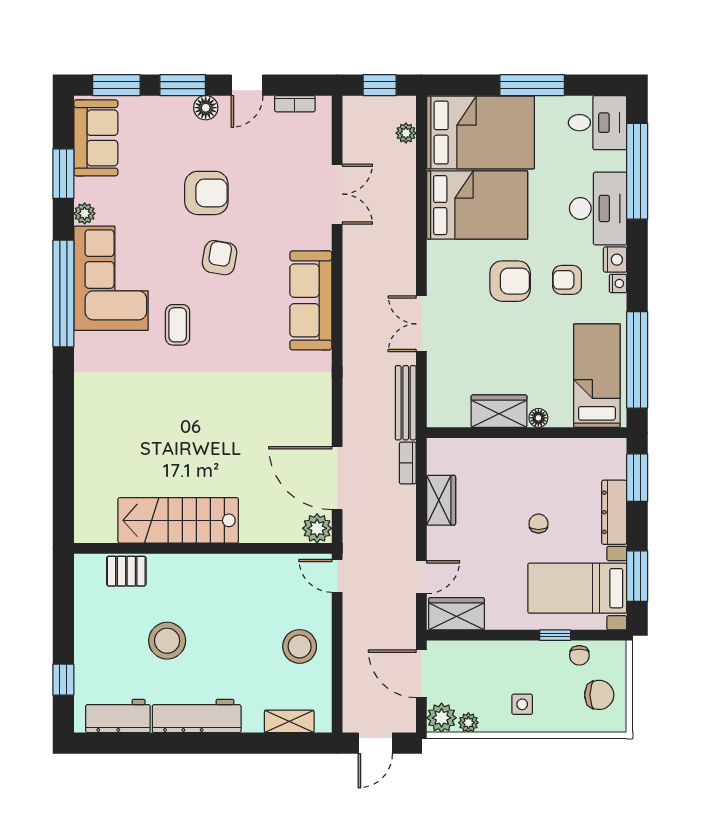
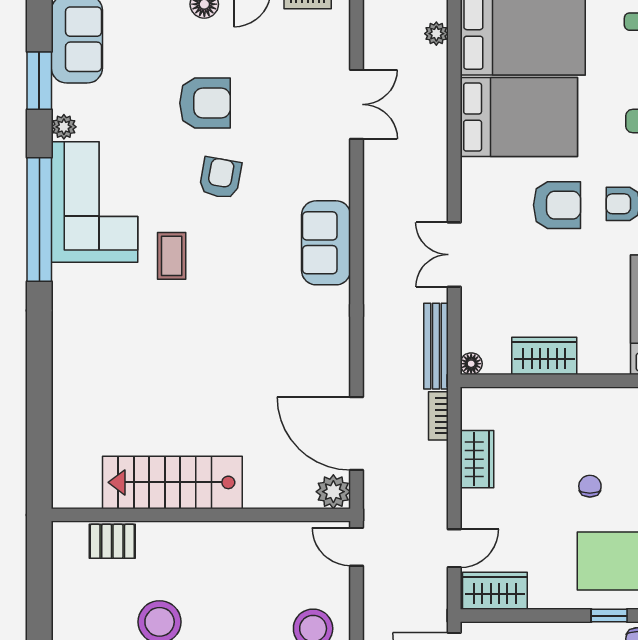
sofa: (311, 300) -> (326, 243), width x0.73
floor lamp: (538, 418) -> (471, 364), moved

